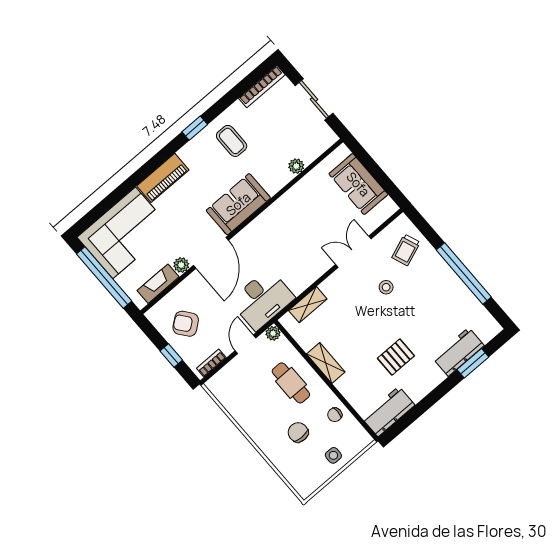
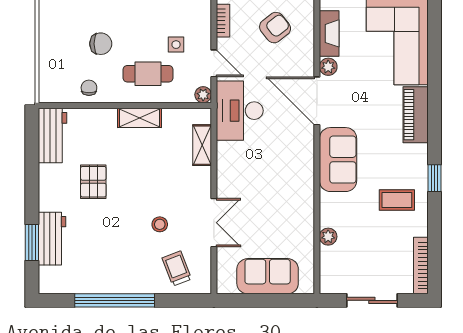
side table: (333, 455) -> (176, 45), moved

